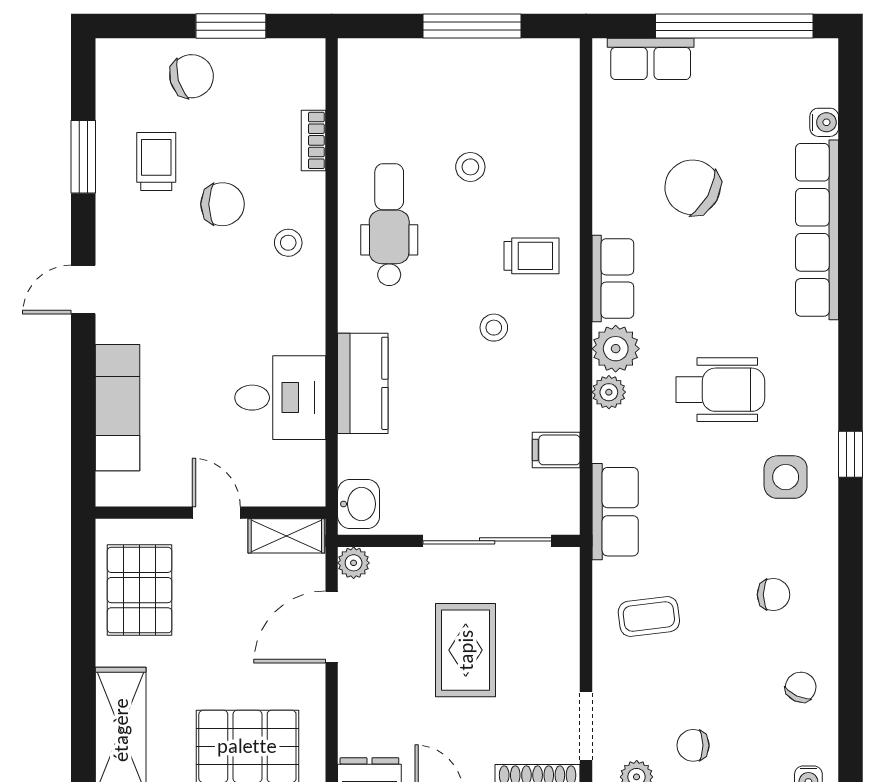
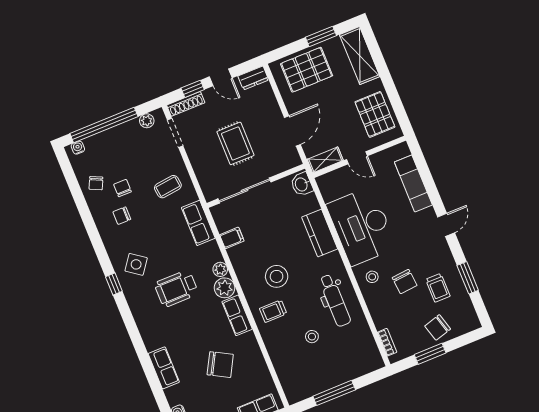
bookcase: (313, 140) -> (387, 342), moved
chair: (222, 204) -> (405, 281), turned -95
row of seats: (817, 230) -> (164, 368), width x0.50
stool: (494, 328) -> (277, 276), width x1.89, depth x1.89
desk: (280, 398) -> (362, 226), width x1.87, depth x1.30
side table: (786, 477) -> (136, 264), turned 36
plant: (354, 563) -> (294, 160), removed
chair: (693, 745) -> (122, 188), moved, turned -90

